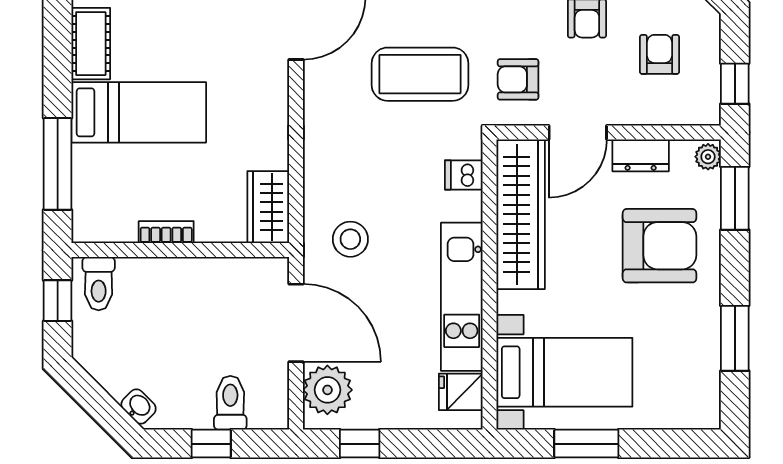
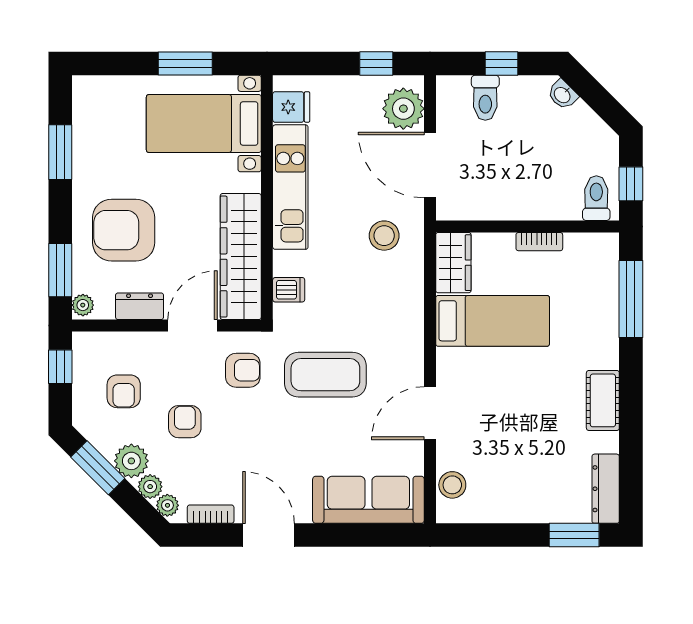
bed: (139, 112) -> (493, 321), moved, turned 180

